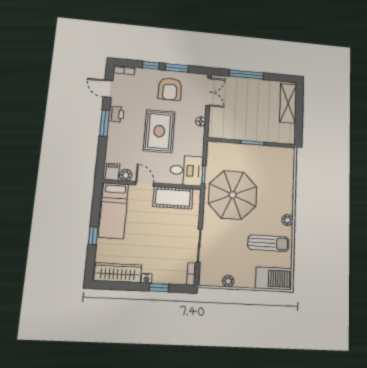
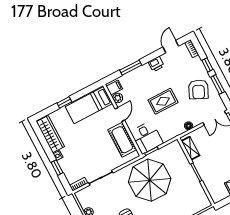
armchair: (170, 89) -> (198, 89), turned -65
window: (105, 123) -> (131, 68), moved
rug: (159, 131) -> (163, 101), width x0.73, depth x0.70
shelving: (225, 134) -> (190, 148), added

